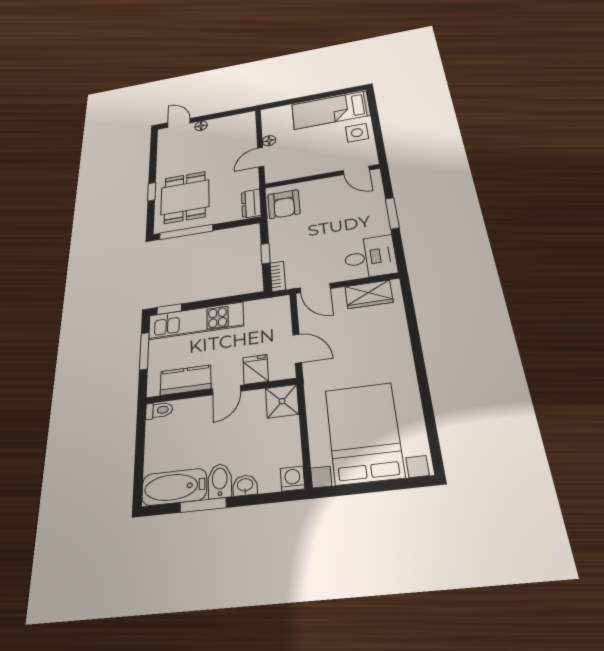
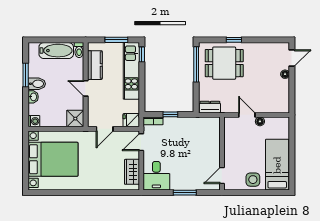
armchair: (284, 204) -> (205, 128), removed
fridge: (256, 369) -> (131, 120), moved, turned 180
bathtub: (174, 487) -> (56, 51), moved, turned 90

